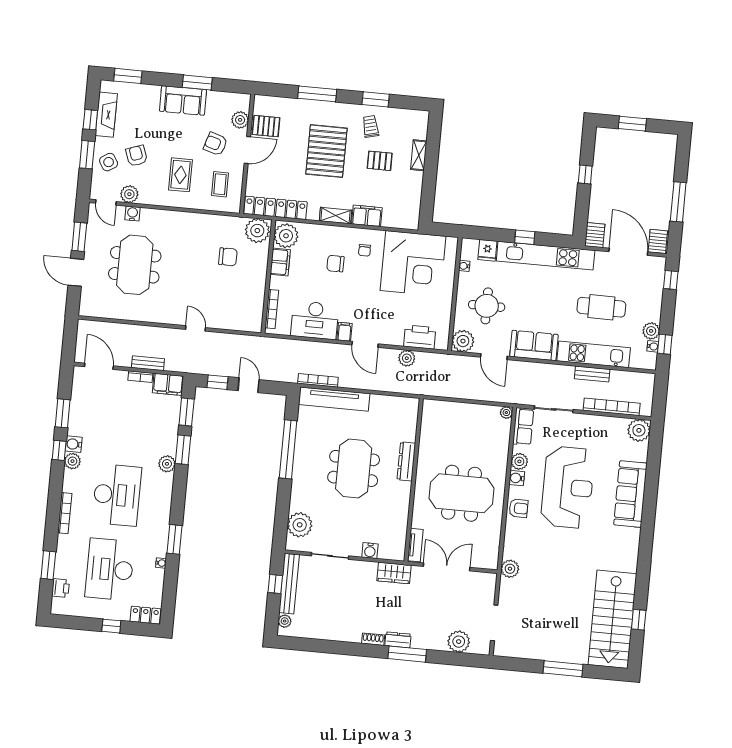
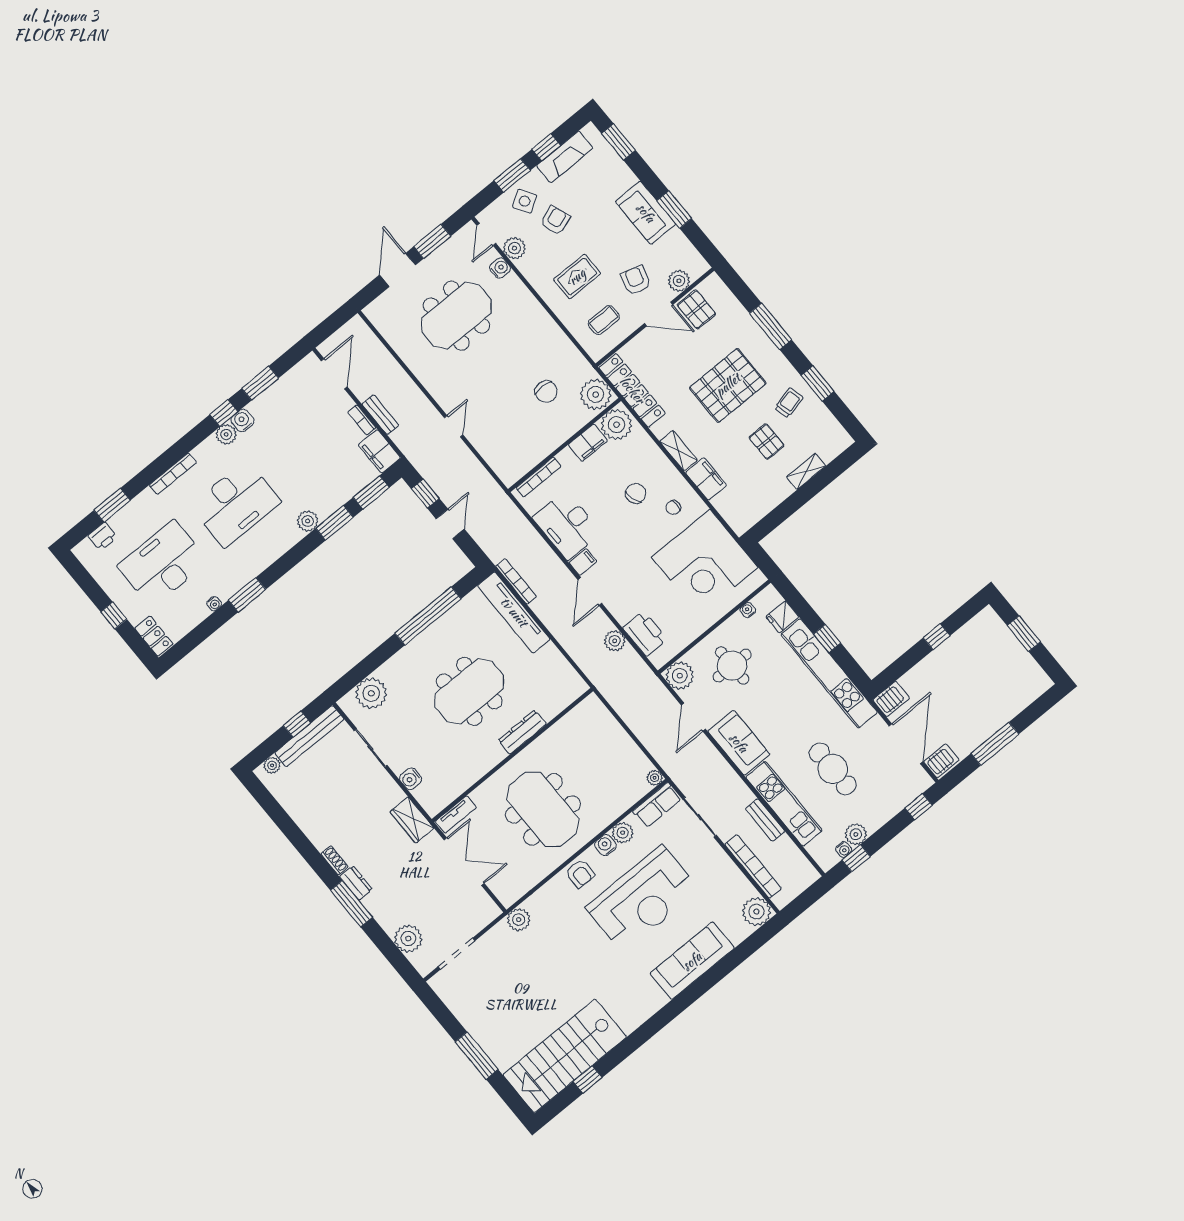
chair: (335, 264) -> (636, 493), turned 74

